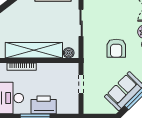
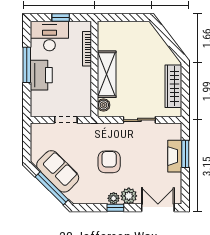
armchair: (116, 48) -> (109, 162), turned 90
shelving: (34, 50) -> (107, 74), width x0.68

